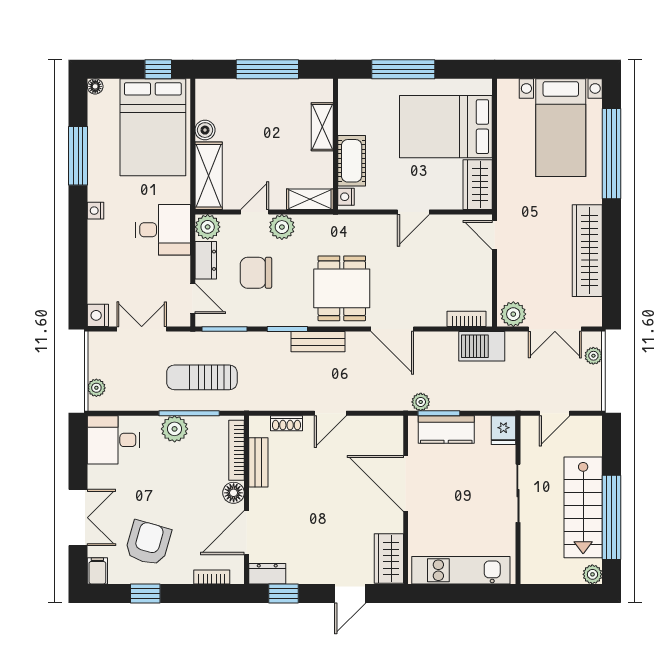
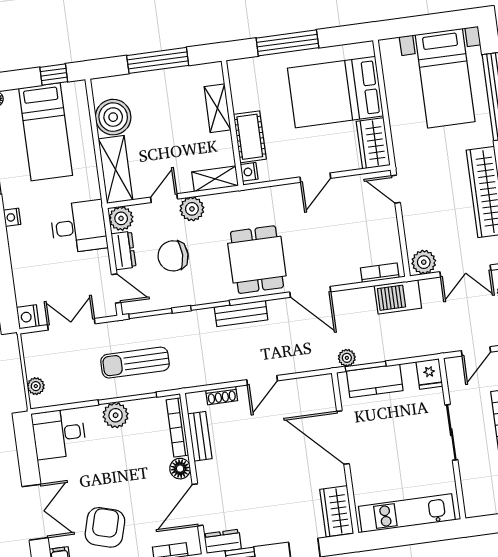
bed: (153, 127) -> (46, 132), width x0.67
boiler: (205, 130) -> (113, 117), width x1.86, depth x1.86

